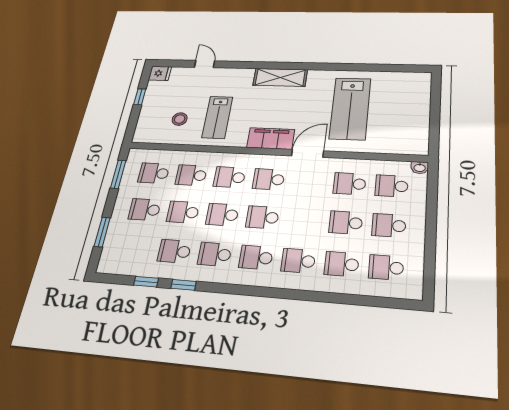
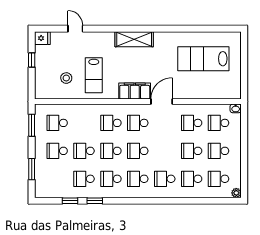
lab bench: (350, 108) -> (203, 59), moved, turned 90
school desk: (191, 175) -> (84, 123), removed
plant: (415, 292) -> (236, 193), added

